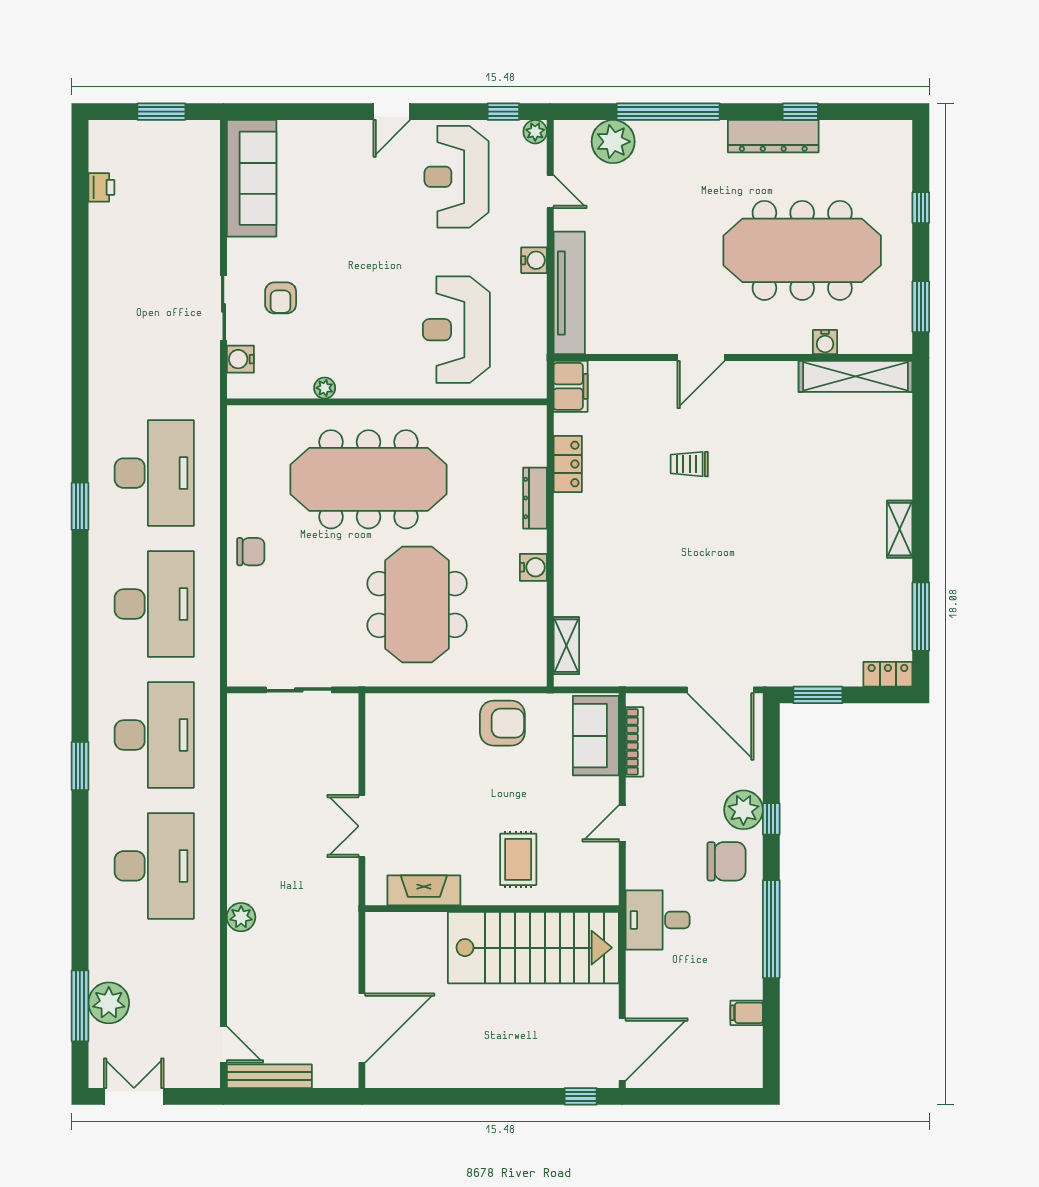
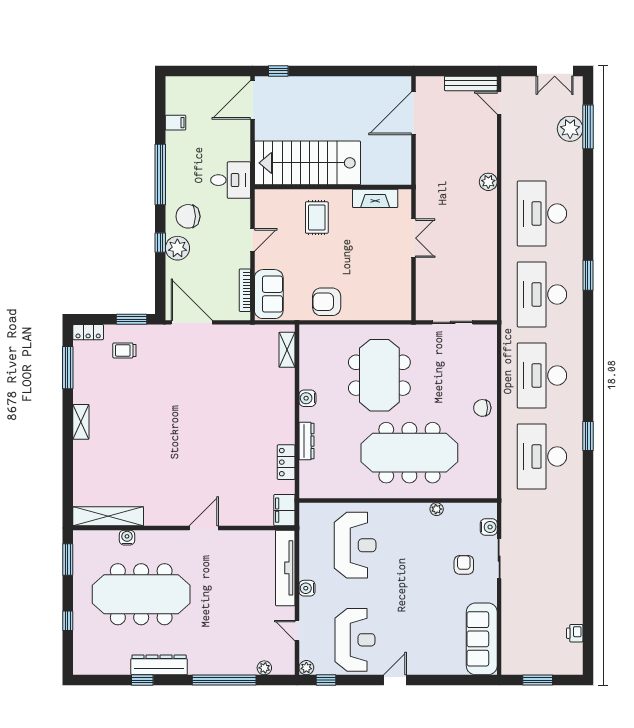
plant: (613, 142) -> (264, 668), width x0.53, depth x0.53
trolley: (689, 464) -> (124, 350), moved, turned 180

